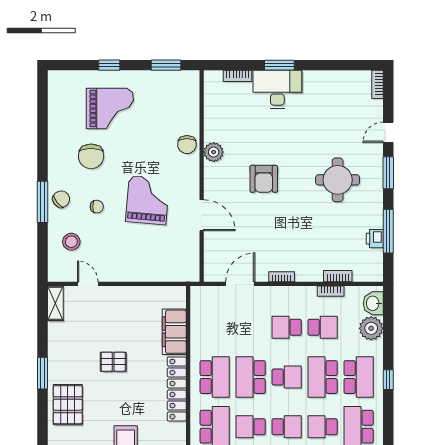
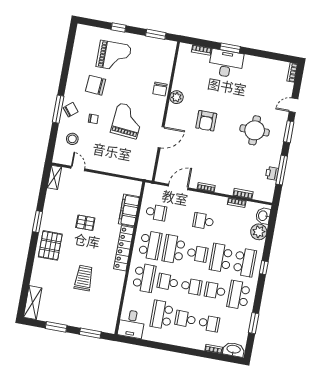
chair: (91, 156) -> (96, 85), turned 94
door: (202, 215) -> (161, 137), hinge flipped
school desk: (323, 327) -> (156, 212), moved

